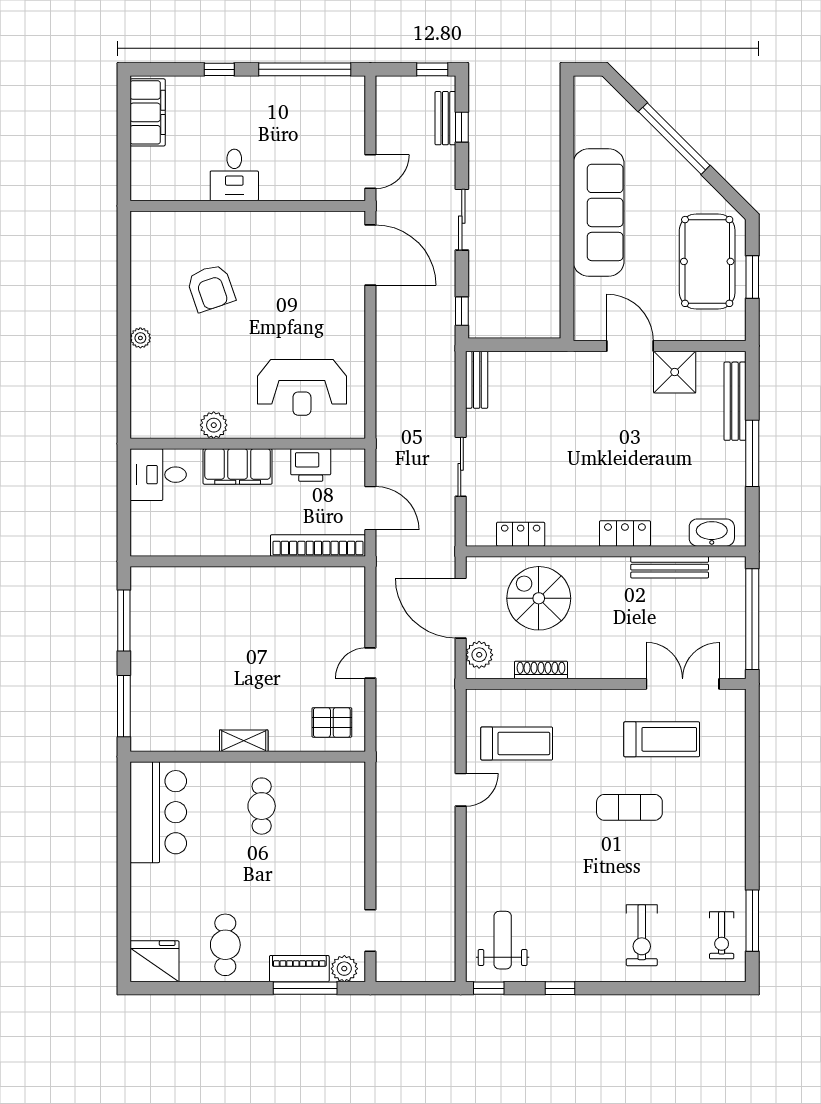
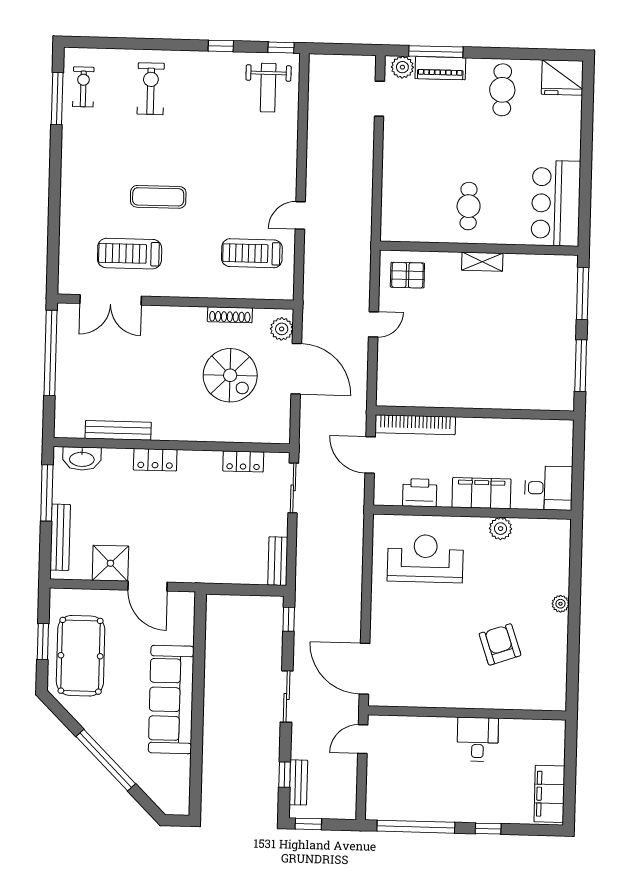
locker: (625, 533) -> (155, 460), moved
washbasin: (712, 533) -> (82, 459), moved
locker: (521, 534) -> (243, 461), moved
wall: (606, 551) -> (172, 445), moved
bench: (670, 567) -> (118, 430), moved

